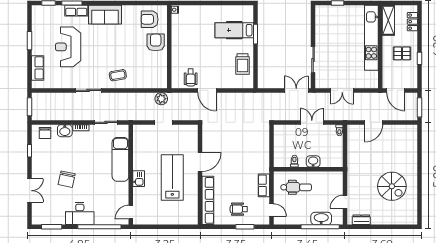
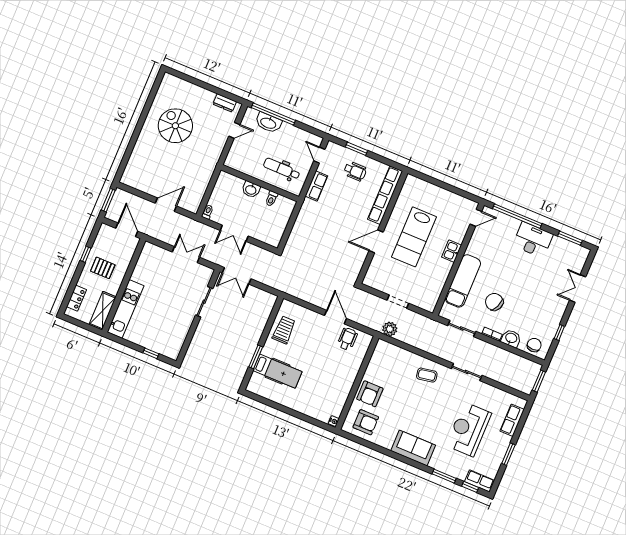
row of seats: (76, 11) -> (480, 481), moved
kitchen unit: (371, 38) -> (125, 309), width x0.73
reception desk: (68, 47) -> (469, 429), turned 180
chair: (67, 179) -> (494, 302), moved, turned -79

